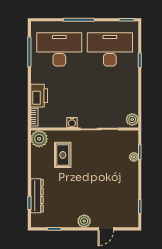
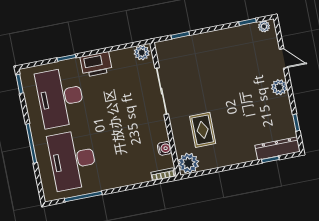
printer: (39, 96) -> (96, 64), moved, turned 180
water cooler: (72, 122) -> (165, 148), moved
rug: (63, 155) -> (203, 130), turned 90
plant: (134, 157) -> (264, 26), moved
dresser: (37, 196) -> (278, 148), moved

